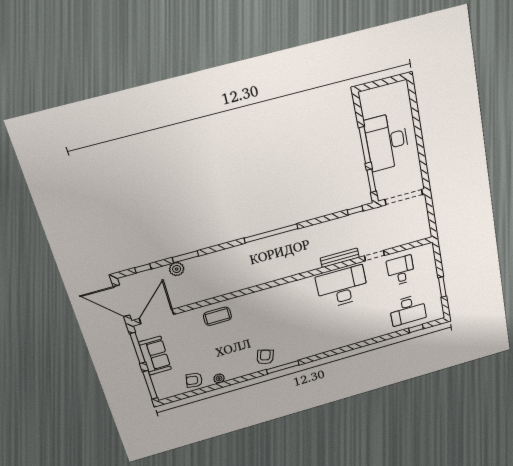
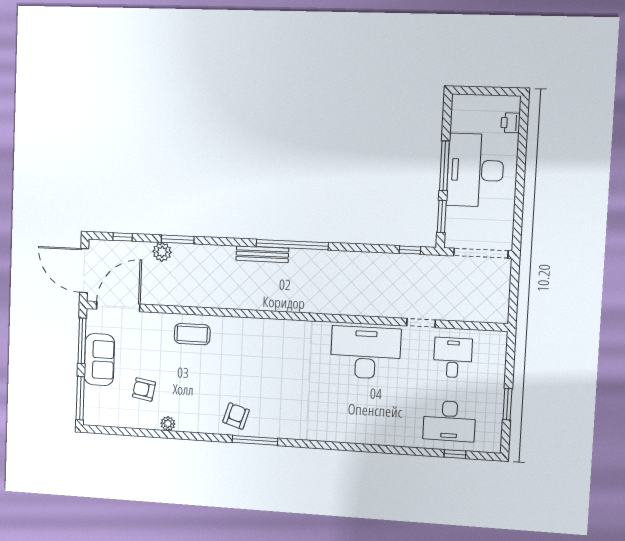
printer: (404, 101) -> (511, 123), added
bench: (340, 258) -> (262, 254), moved
armchair: (194, 380) -> (144, 389), moved

